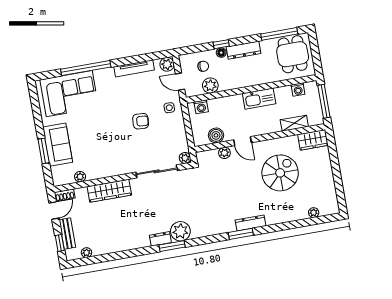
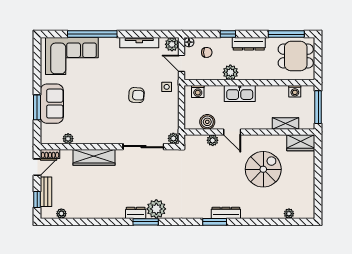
floor lamp: (221, 53) -> (189, 42), moved
dining table: (293, 54) -> (296, 56), turned 90
plant: (210, 86) -> (230, 72), moved
kitchen sink: (259, 99) -> (240, 93), moved

